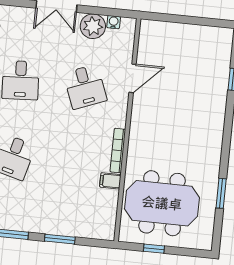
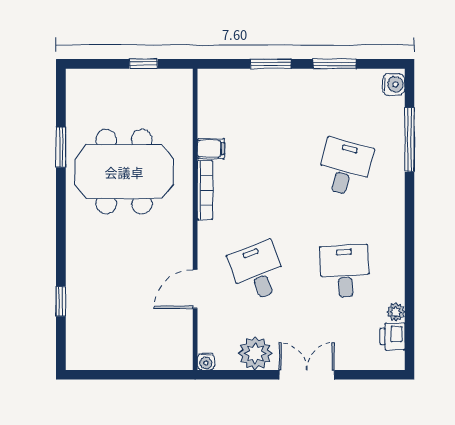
water cooler: (114, 22) -> (206, 362), moved
meeting table: (162, 203) -> (124, 172), moved

